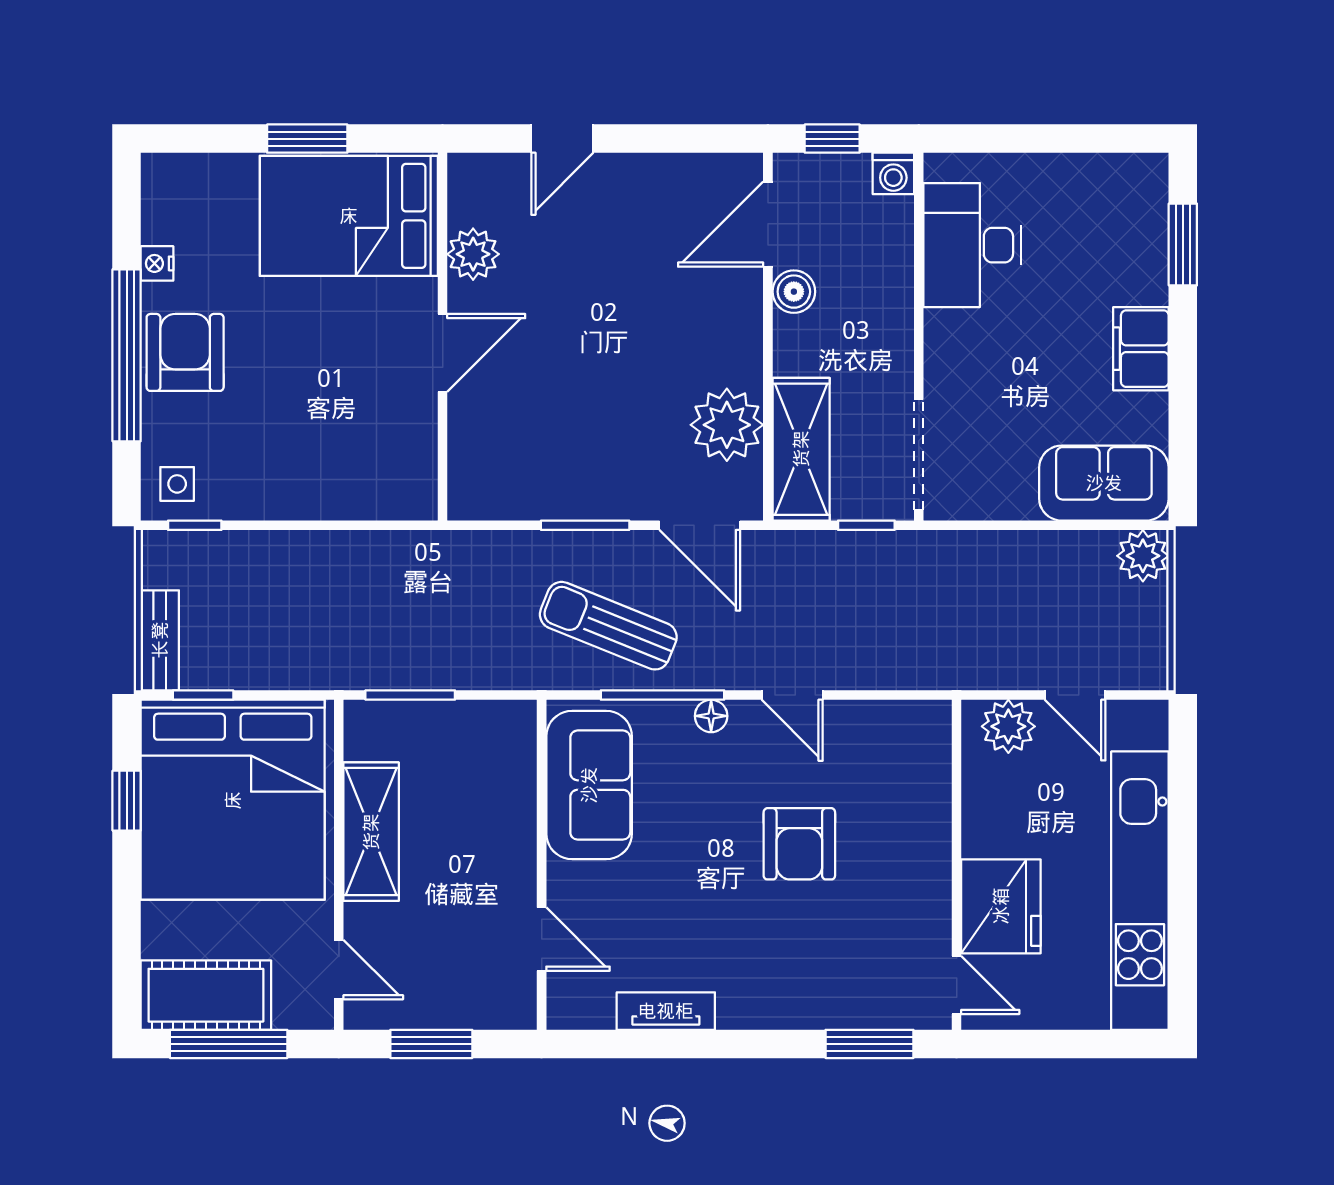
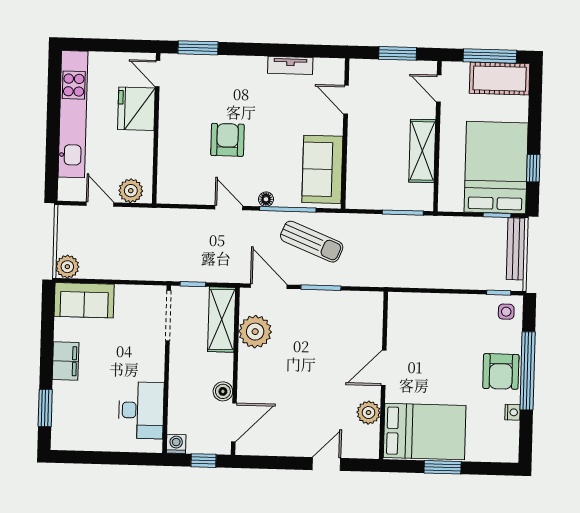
bench: (160, 640) -> (516, 249), width x1.36
bed: (233, 800) -> (496, 167), width x0.73

